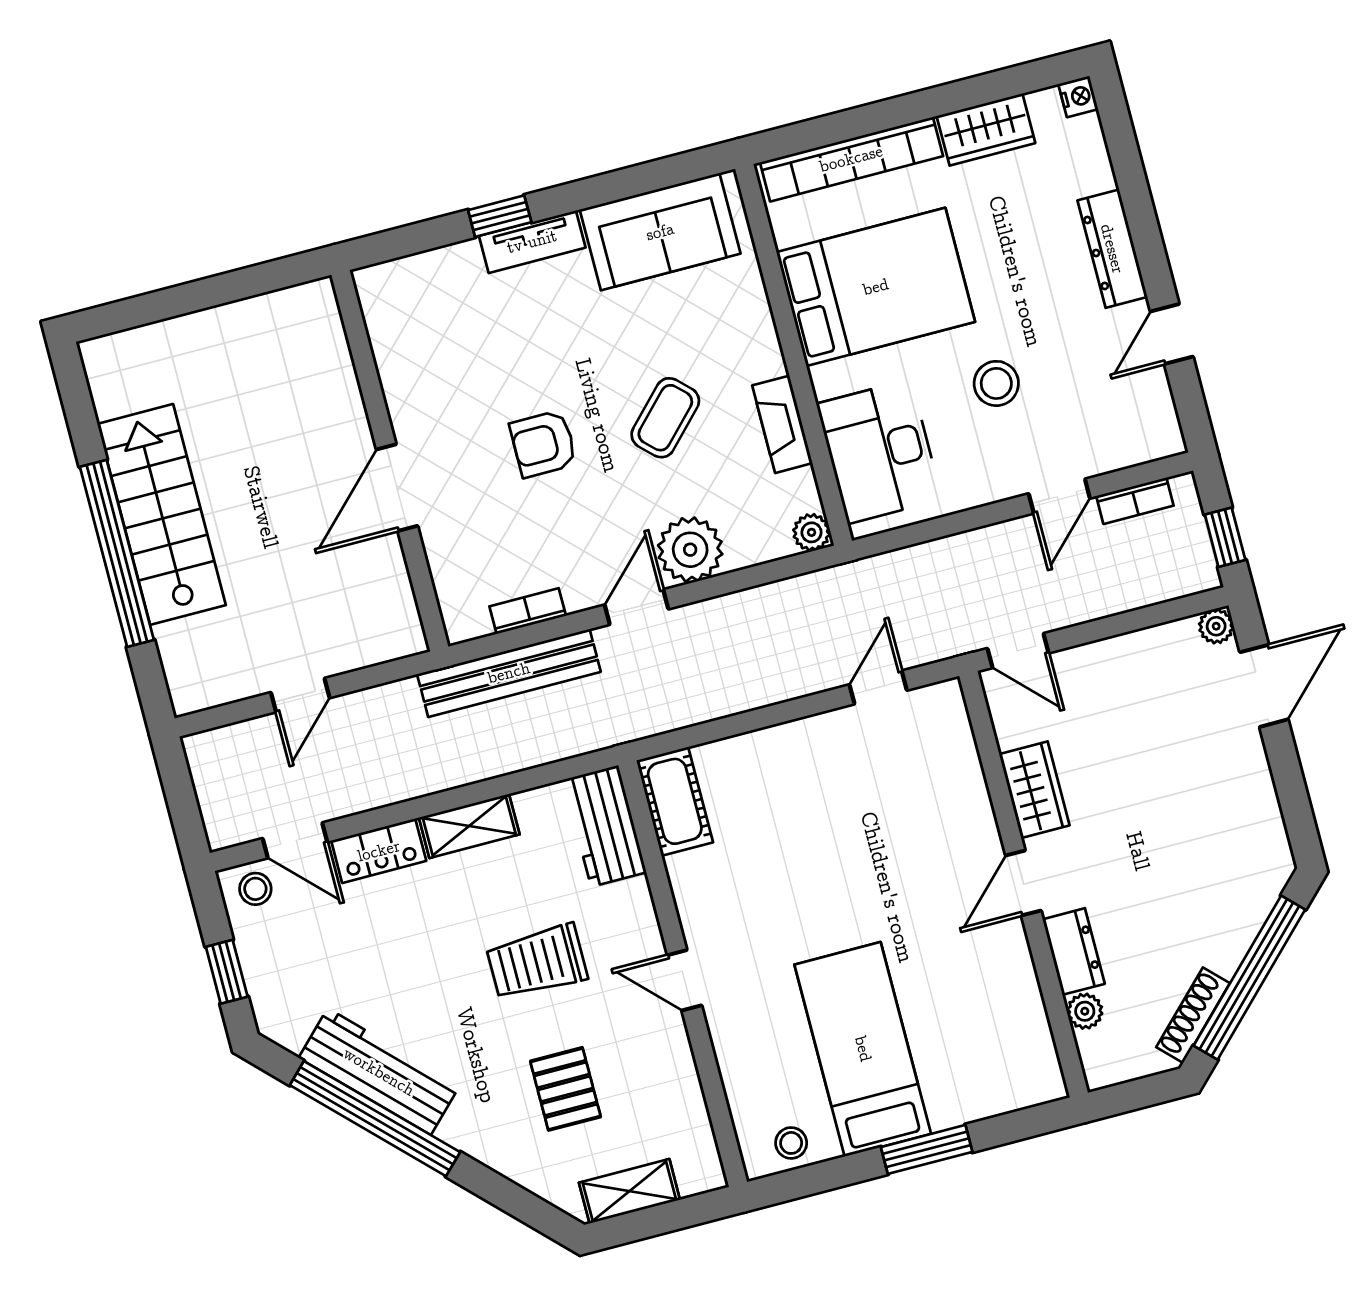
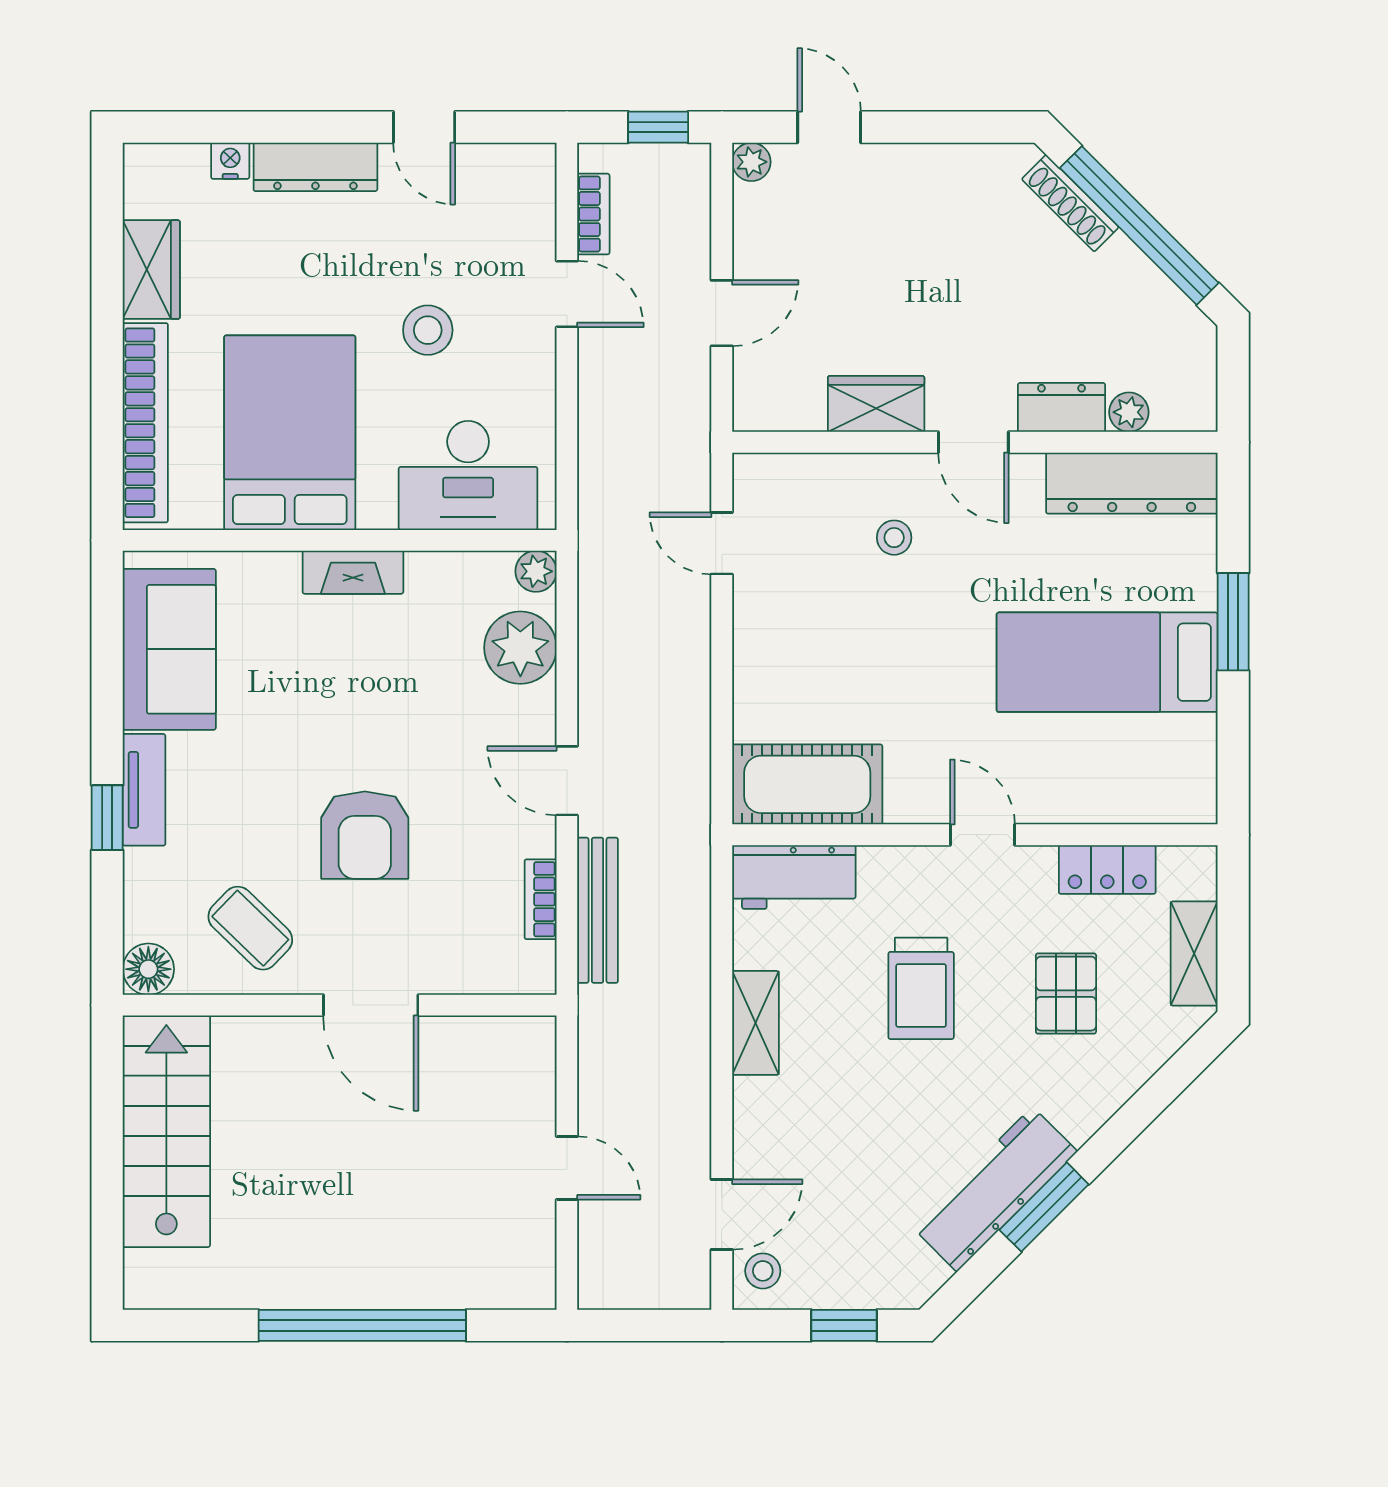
nightstand: (1078, 97) -> (230, 161), moved
floor lamp: (378, 286) -> (148, 969), added
coffee table: (665, 418) -> (250, 928), moved
fireplace: (782, 424) -> (353, 572), moved
armchair: (543, 444) -> (365, 835), width x1.38, depth x1.38
stairs: (162, 514) -> (166, 1131), moved, turned 90
plant: (690, 550) -> (520, 648), moved
door: (1018, 651) -> (722, 313), moved
bench: (509, 673) -> (598, 910), width x0.73, depth x0.82
door: (1264, 686) -> (829, 127), width x0.73
cot: (675, 801) -> (807, 784), width x1.37, depth x1.34
locker: (379, 851) -> (1107, 870), moved, turned 90
door: (684, 980) -> (982, 835), swing flipped
shoe rack: (1193, 1015) -> (1070, 203), moved
dresser: (1024, 1030) -> (1132, 483), added
pallet: (565, 1089) -> (1066, 994), turned 90
window: (375, 1119) -> (1044, 1207), width x0.47
stool: (791, 1143) -> (894, 538), moved

